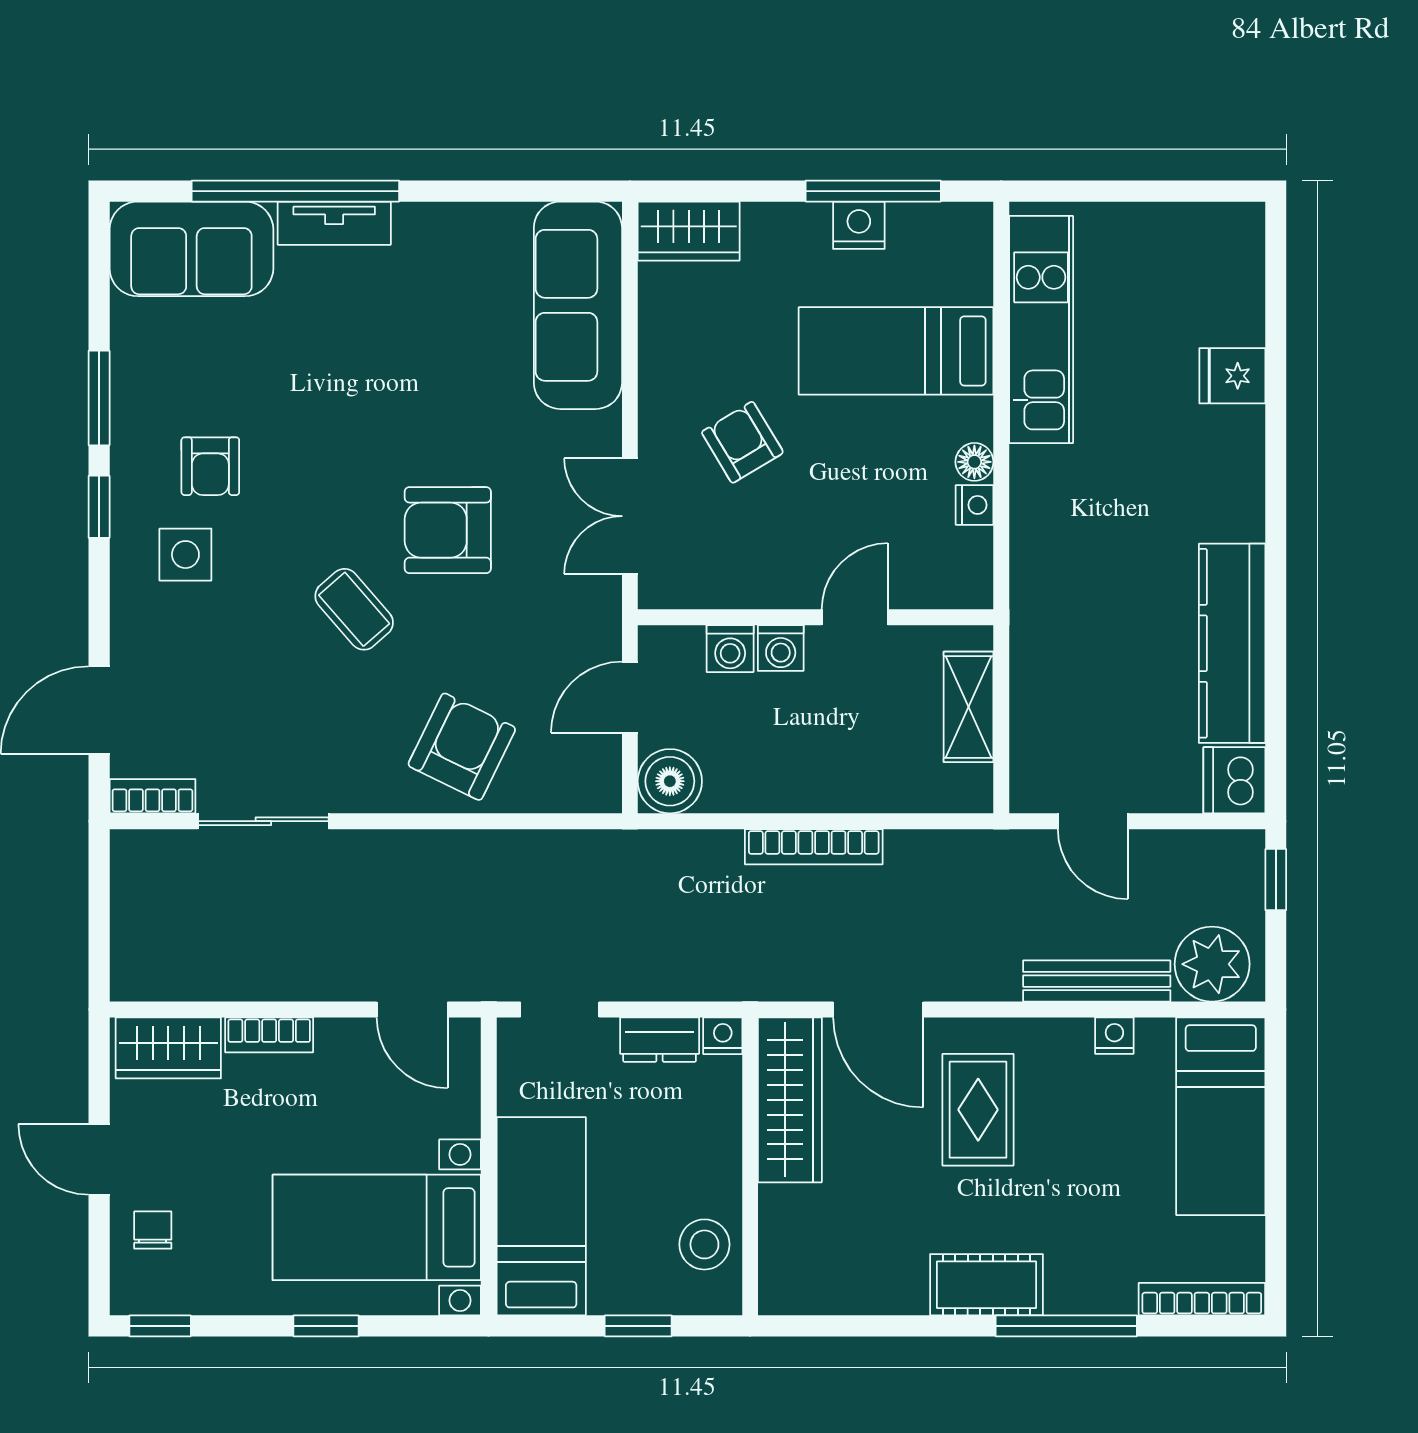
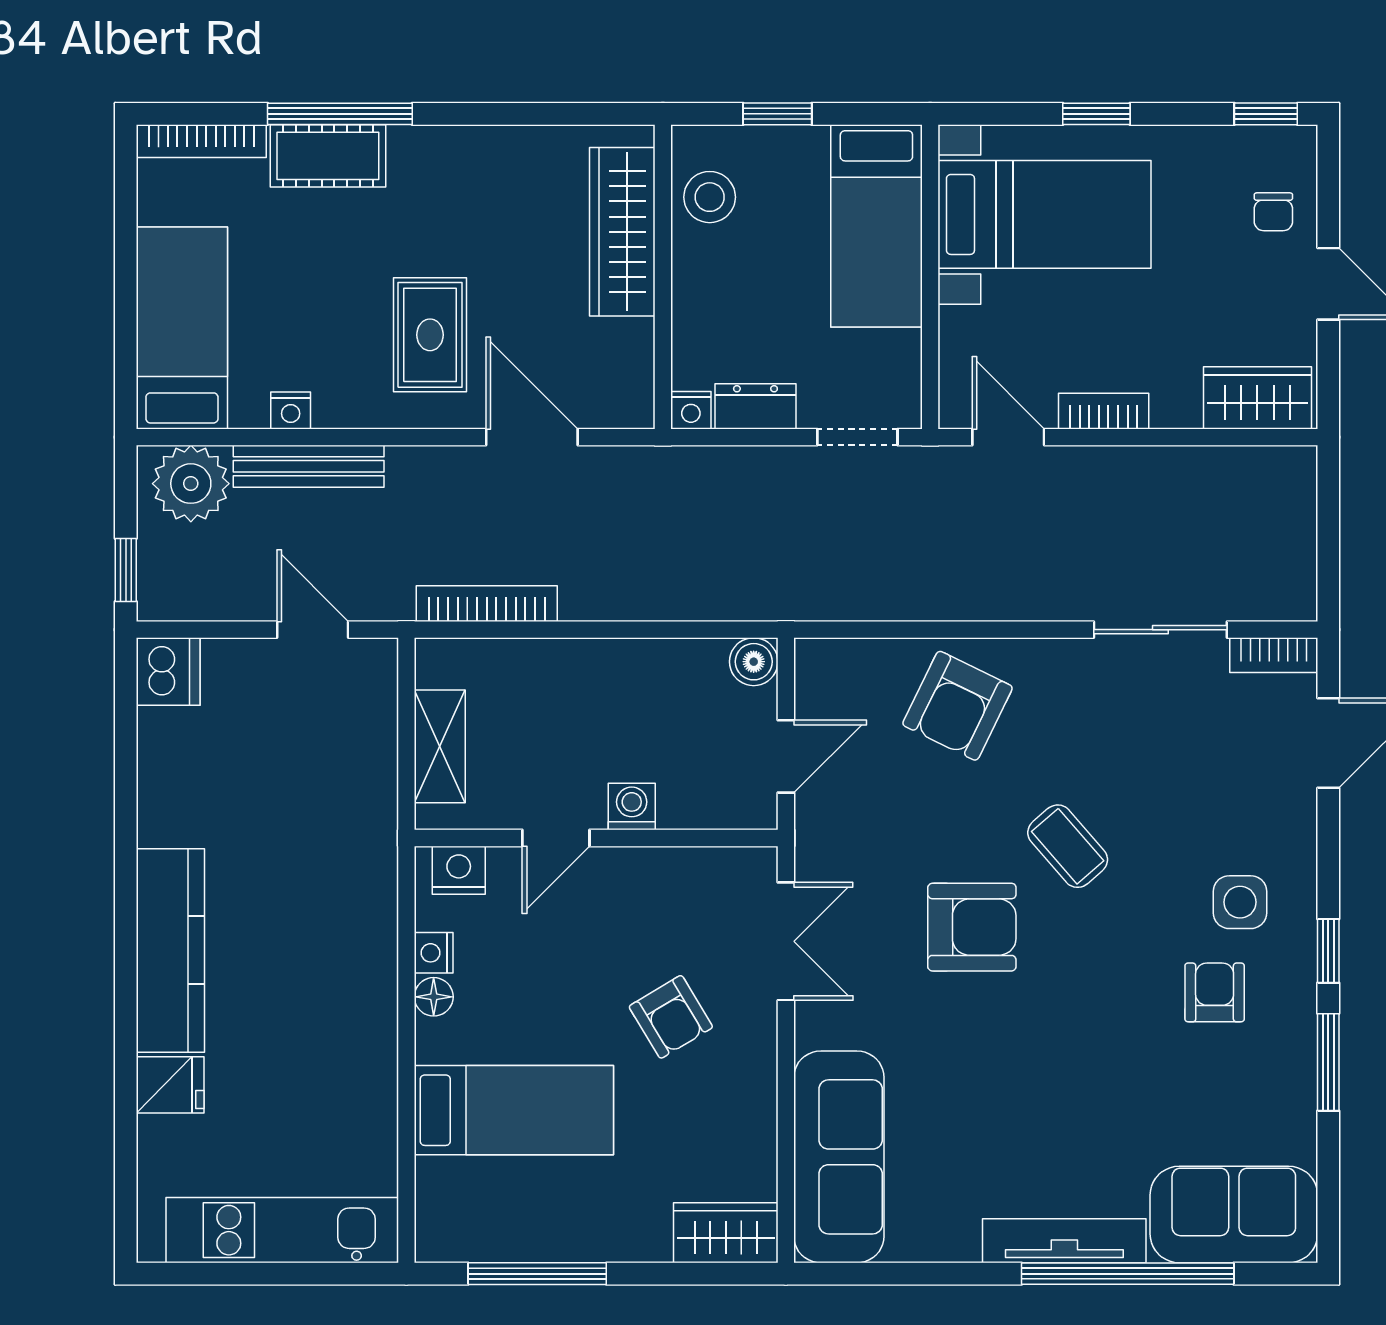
tv unit: (334, 223) -> (1064, 1241), width x1.41
nightstand: (859, 225) -> (459, 870), moved, turned 180
kitchen unit: (1041, 330) -> (282, 1230), moved, turned 90
kitchen counter: (1232, 643) -> (170, 950), moved
washing machine: (730, 649) -> (683, 806), removed
boiler: (670, 781) -> (754, 662), width x0.73, depth x0.73
bookcase: (814, 847) -> (487, 604), moved
bookcase: (269, 1035) -> (1104, 411), moved
wardrobe: (790, 1100) -> (622, 232), moved
cot: (987, 1285) -> (328, 156), moved

